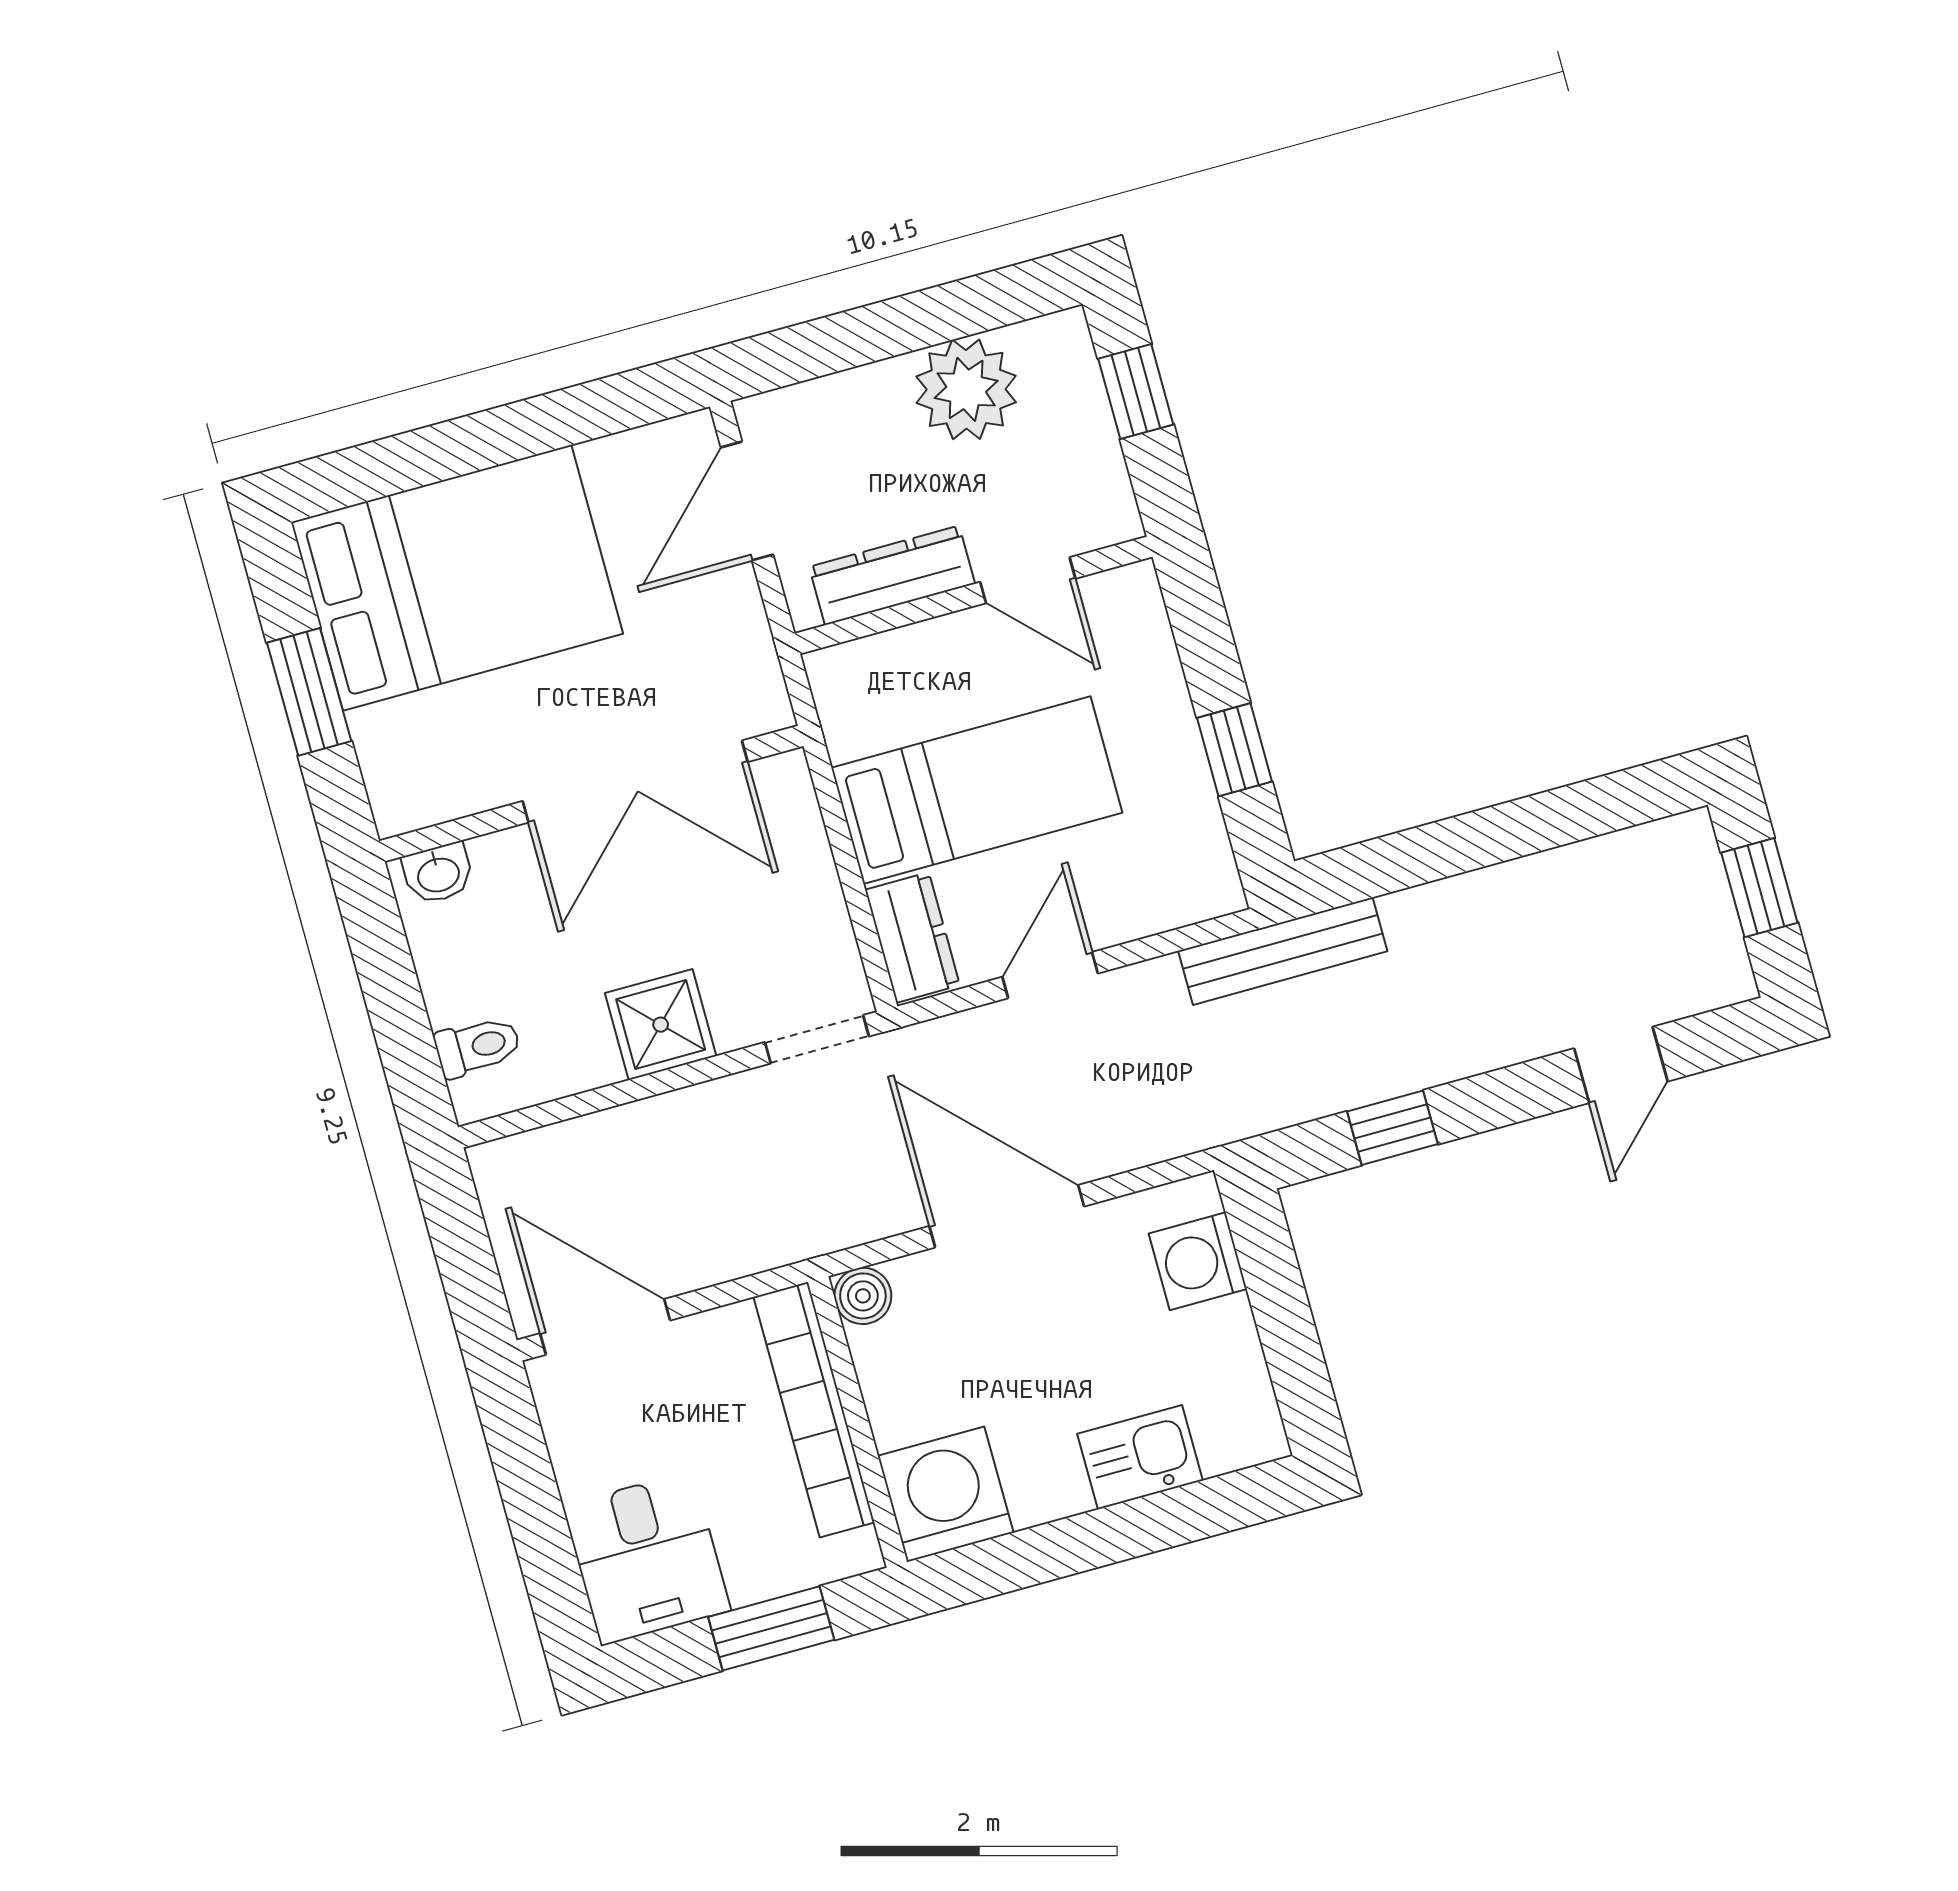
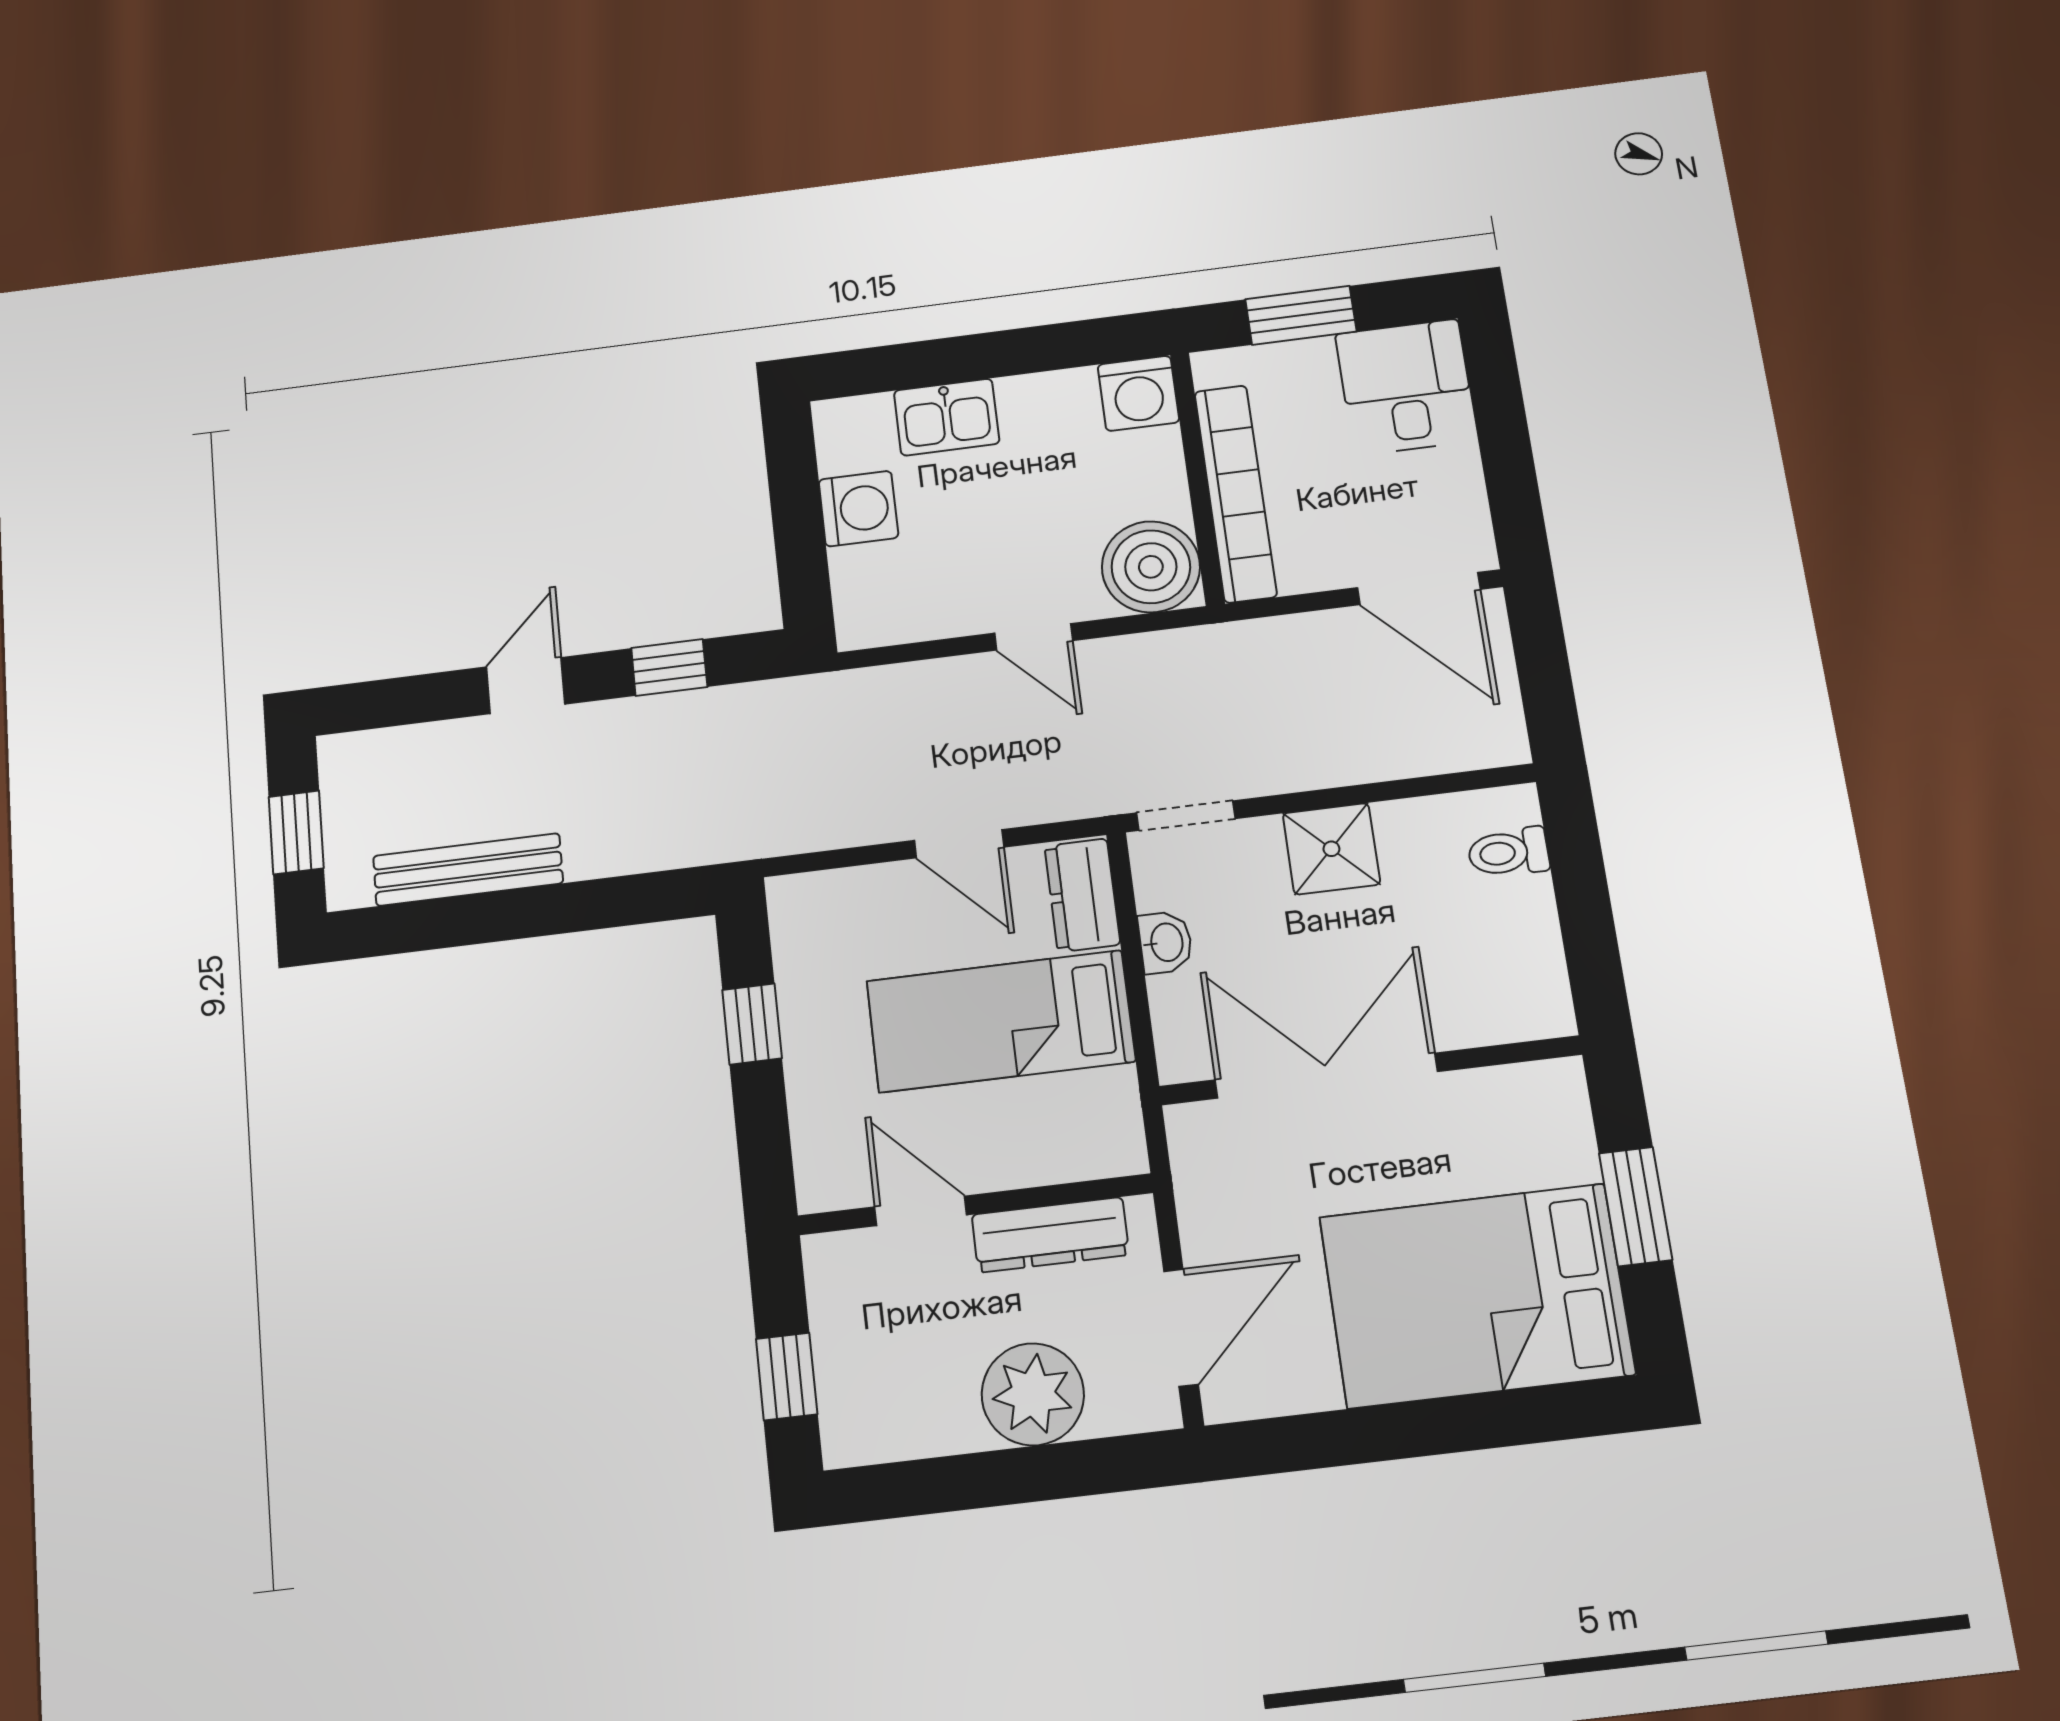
plant: (966, 389) -> (1033, 1394), moved
washbasin: (438, 874) -> (1165, 942), moved, turned 90
bench: (1283, 951) -> (468, 870), moved
door: (1050, 975) -> (959, 844), hinge flipped
door: (1621, 1065) -> (526, 686), moved
door: (1007, 1216) -> (1034, 637), width x0.53
washing machine: (1198, 1261) -> (858, 509), moved
boiler: (863, 1296) -> (1151, 567), width x1.86, depth x1.86
washing machine: (946, 1494) -> (1138, 393), width x0.73, depth x0.73

